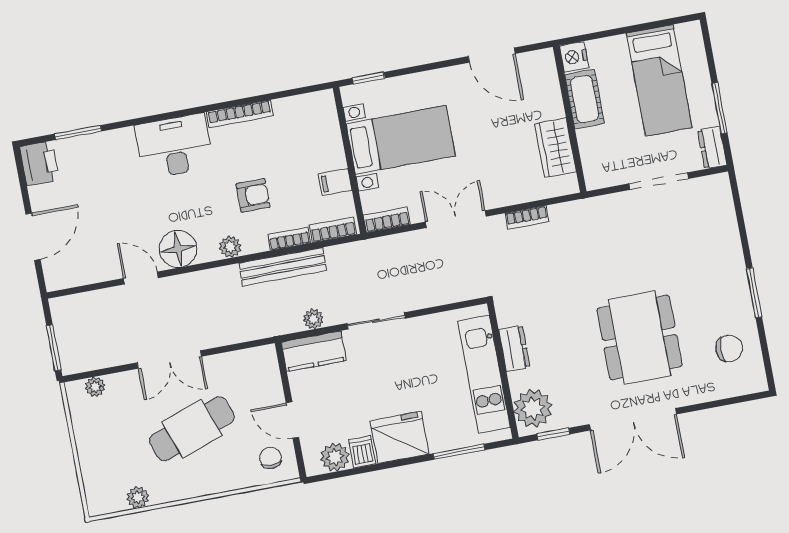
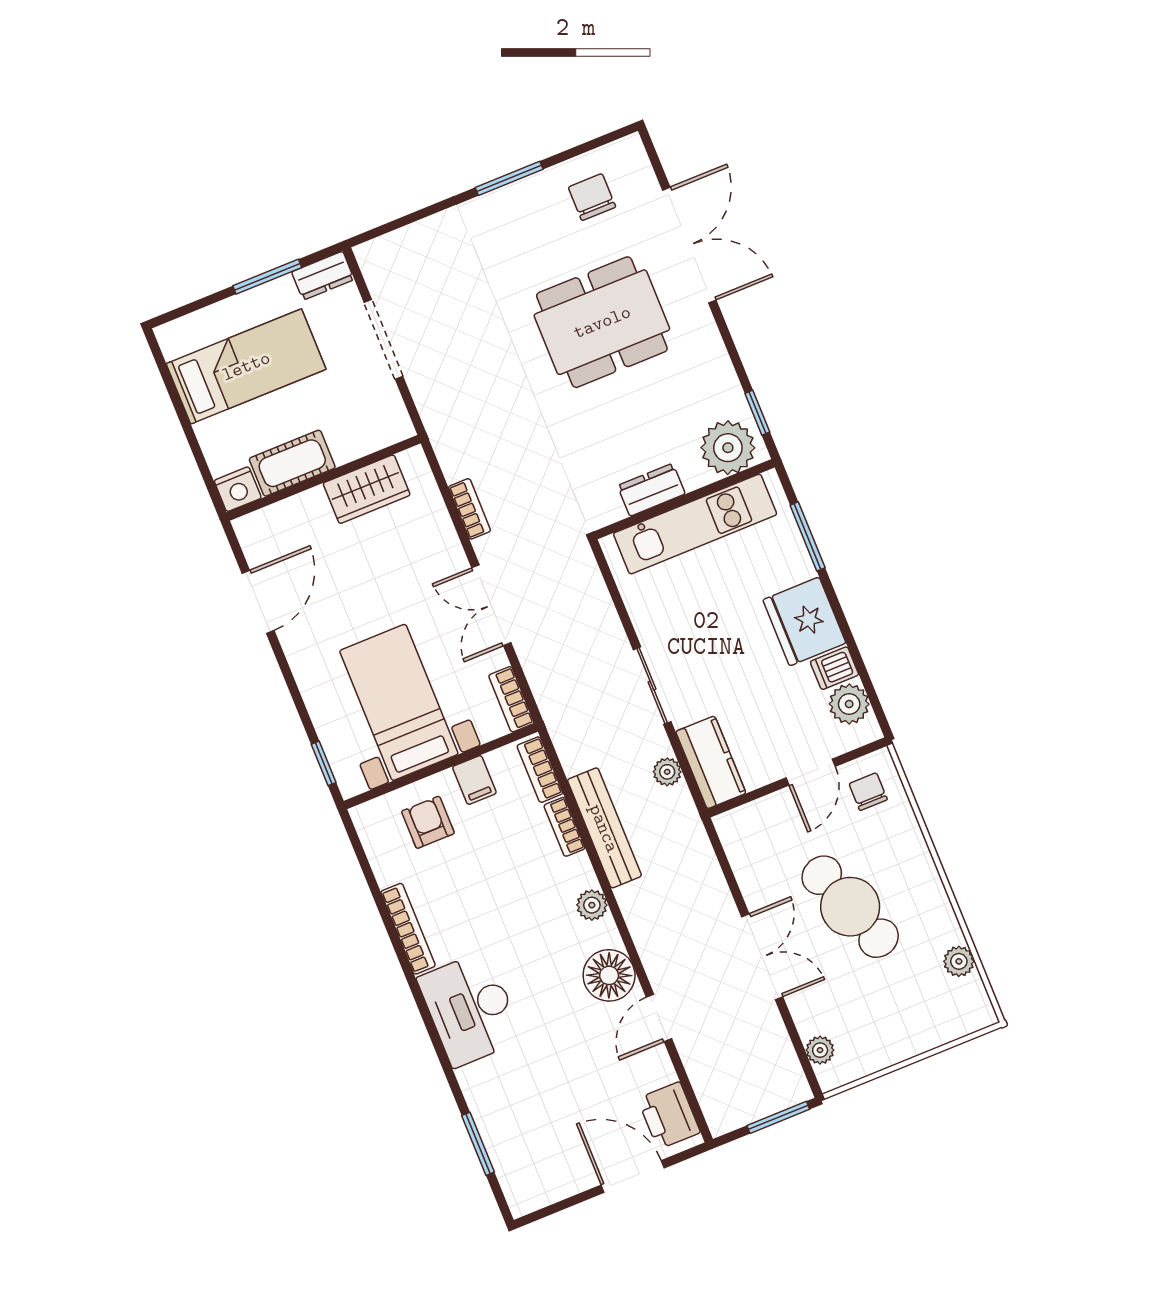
printer: (39, 163) -> (669, 1115), moved, turned -90
armchair: (253, 195) -> (428, 822), moved
double door: (633, 419) -> (689, 245), moved
chair: (270, 458) -> (868, 792), turned 89

